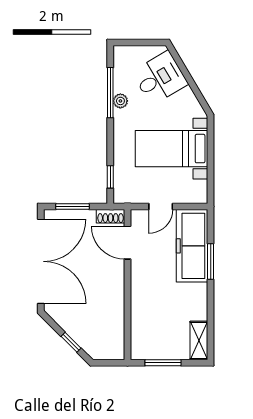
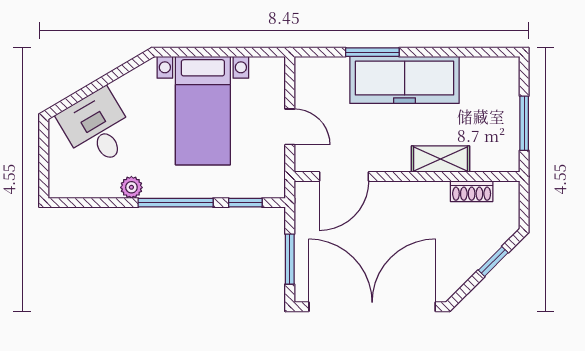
window: (110, 93) -> (176, 203), moved
shoe rack: (111, 216) -> (472, 191), moved, turned 90
freezer: (192, 246) -> (405, 80), moved
shelving: (199, 340) -> (440, 159), moved

